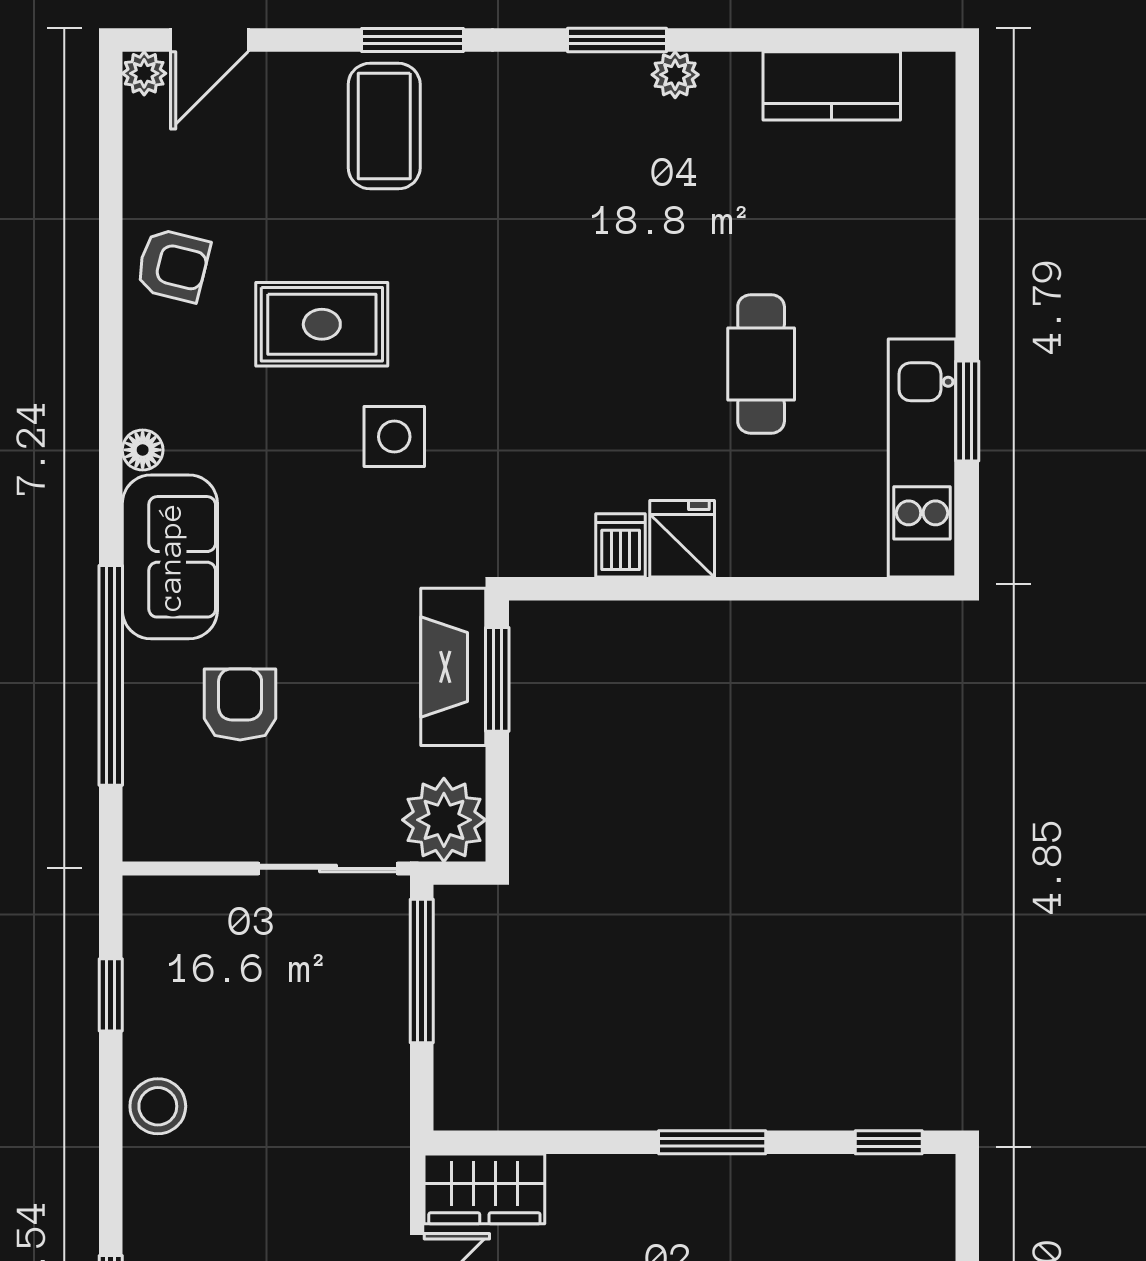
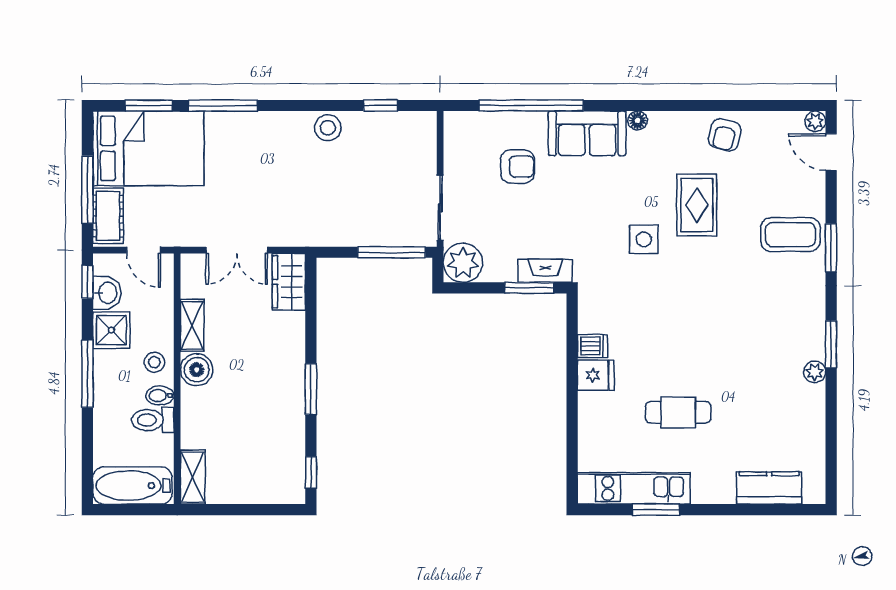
kitchen counter: (832, 86) -> (769, 488), moved, turned 90
fireplace: (453, 667) -> (545, 271), width x0.73, depth x0.76

